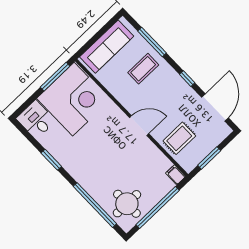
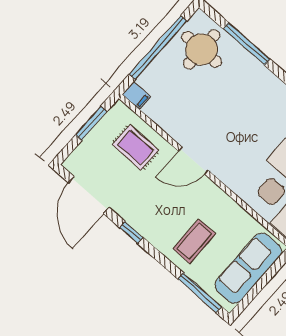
window: (152, 42) -> (200, 293), moved
rug: (179, 138) -> (135, 147), turned 90
window: (95, 205) -> (247, 44), width x0.68

